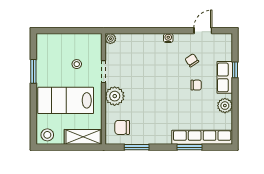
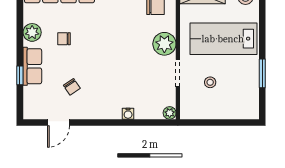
water cooler: (168, 38) -> (128, 114), moved
chair: (196, 85) -> (64, 39), moved
lab bench: (66, 100) -> (223, 39), turned 180

